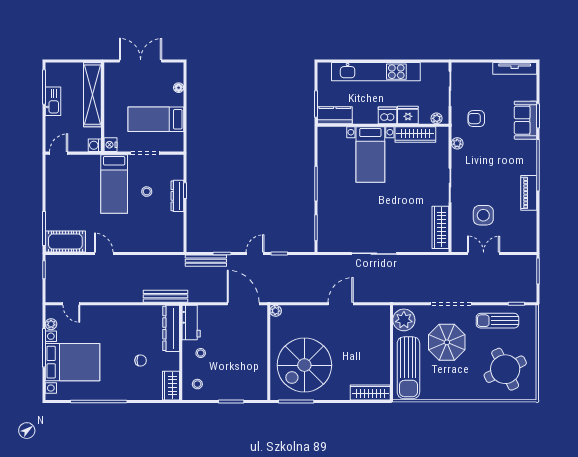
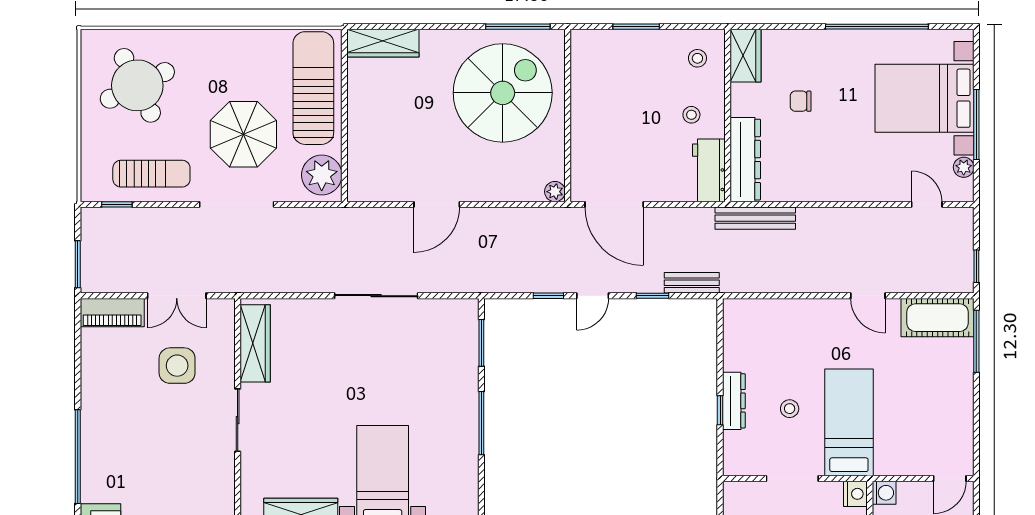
plant: (457, 143) -> (225, 496), removed
piano: (529, 193) -> (112, 313), moved, turned 90
bench: (206, 261) -> (692, 283), width x0.73

